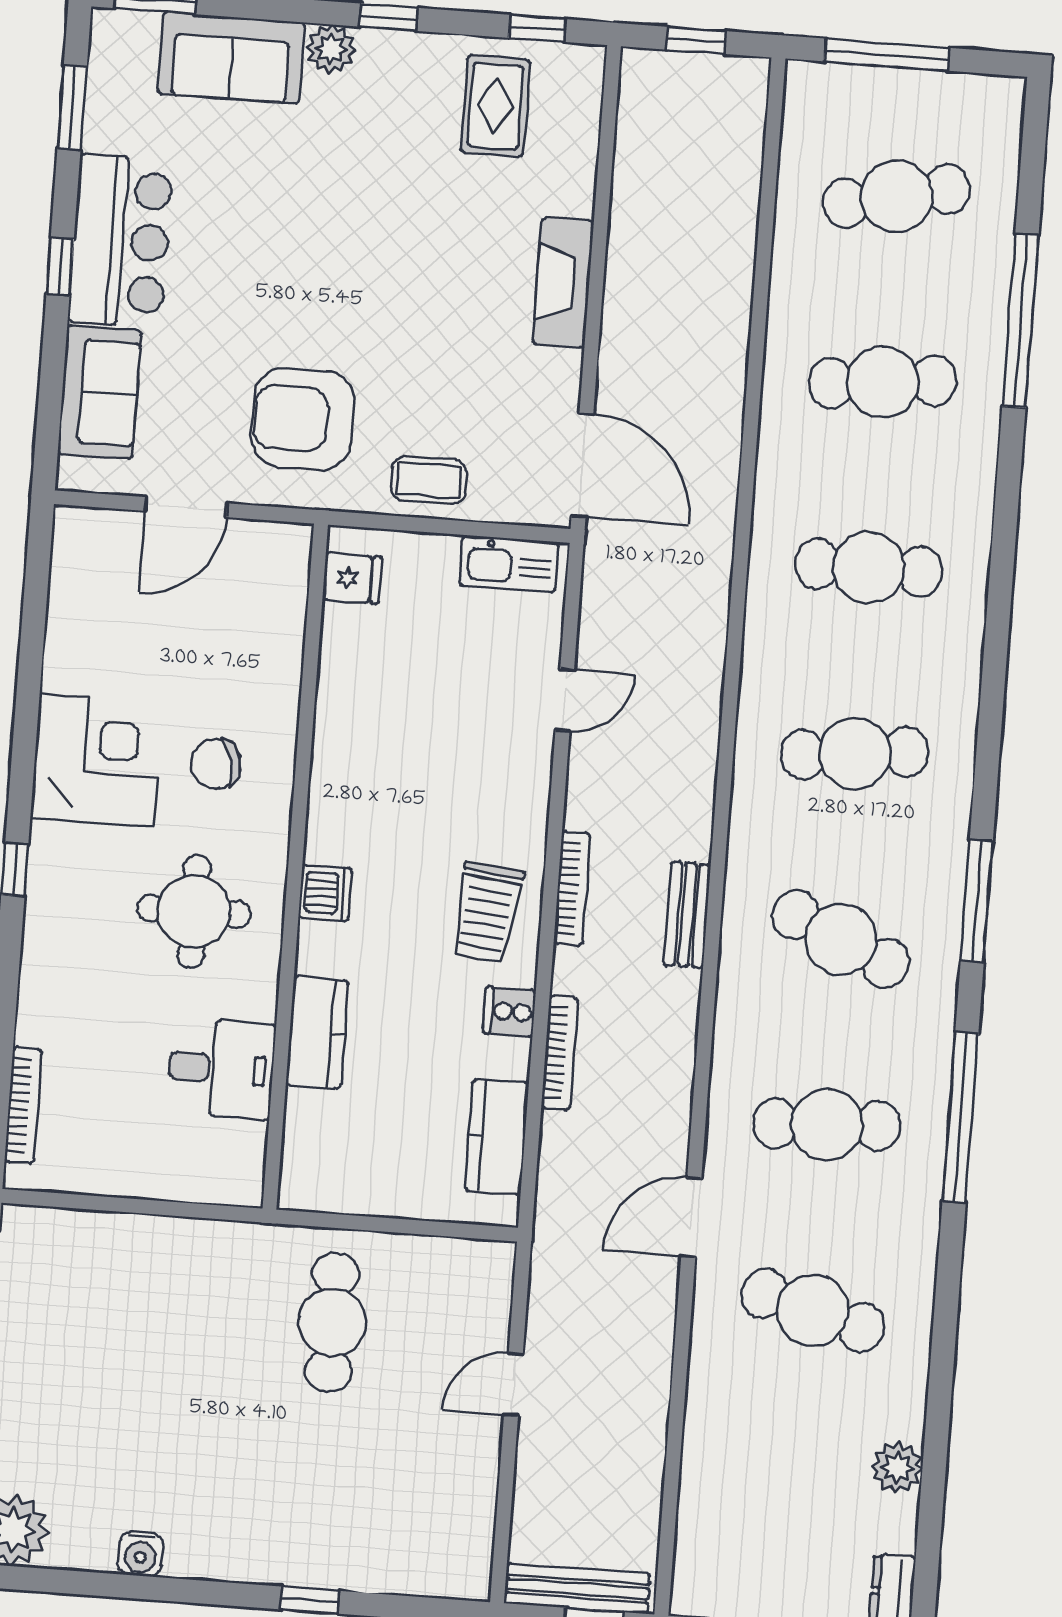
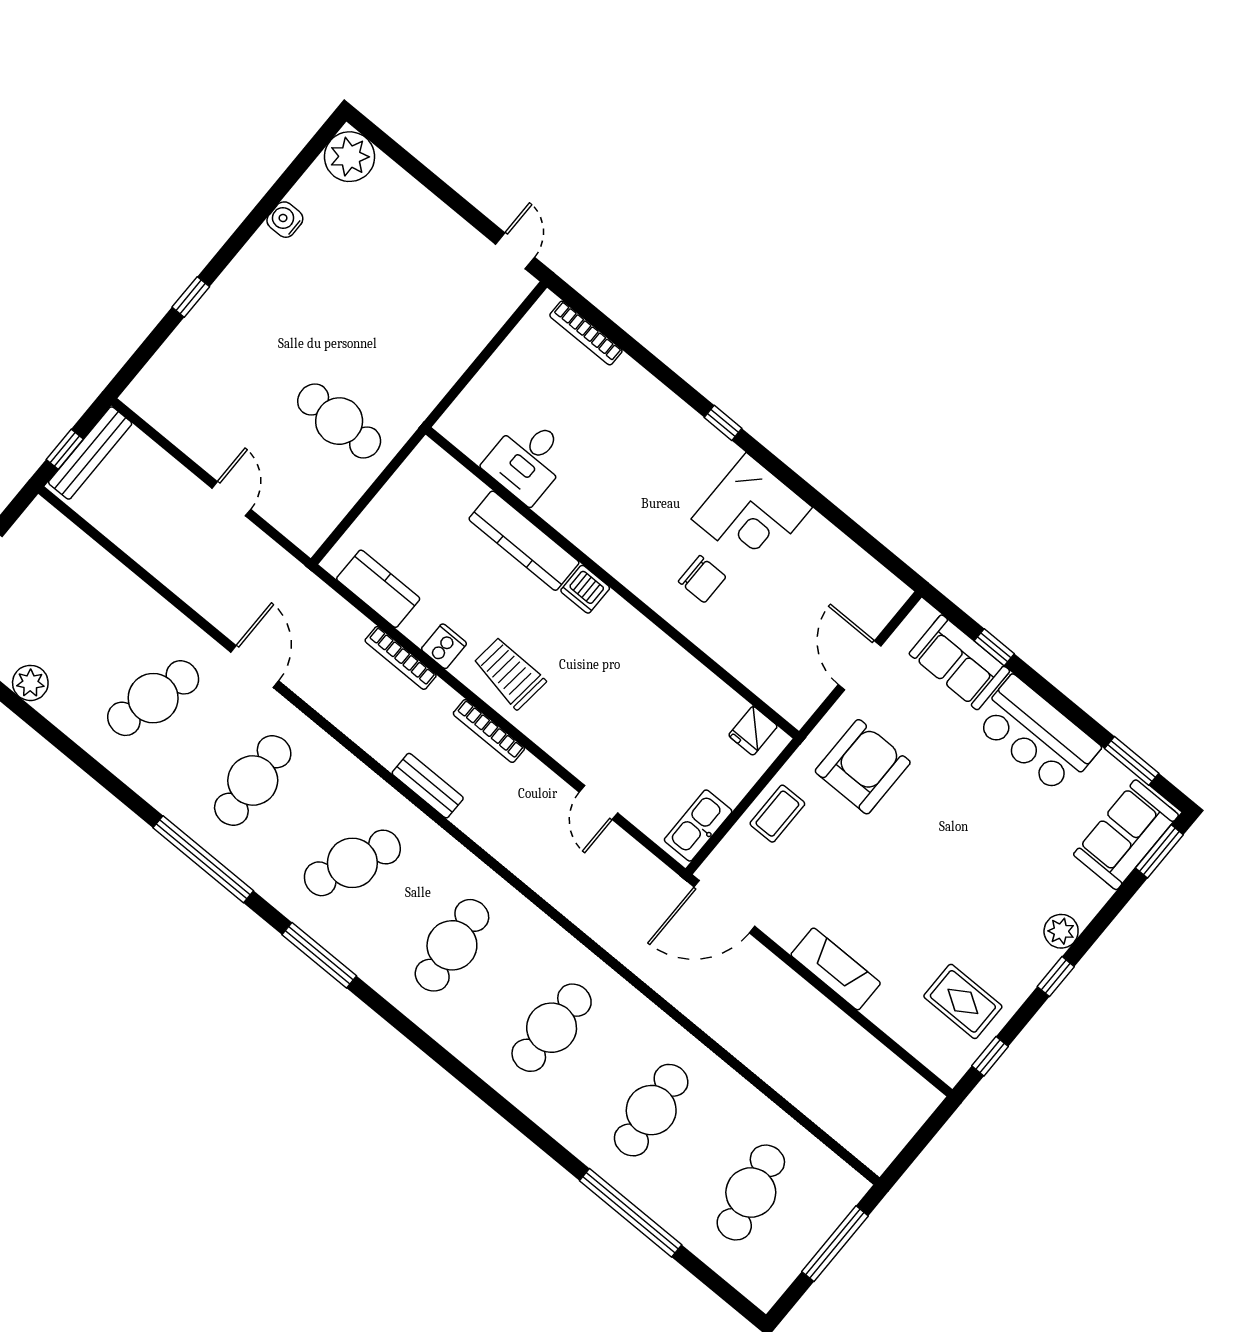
window: (696, 40) -> (920, 1141), removed
sofa: (231, 58) -> (1126, 835), moved
window: (60, 266) -> (994, 647), moved
chair: (216, 764) -> (702, 579), turned 104
round table: (194, 911) -> (627, 508), removed
kitchen counter: (317, 1033) -> (524, 541), width x1.50

